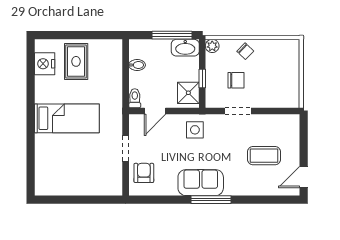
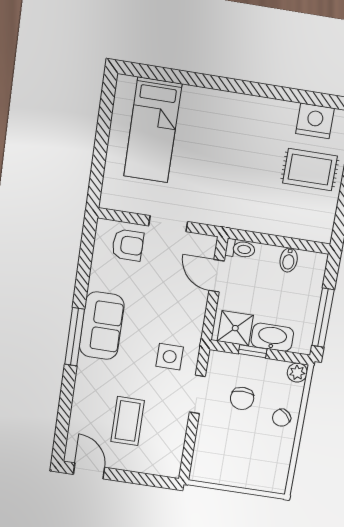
washbasin: (185, 48) -> (272, 337), moved, turned 90
bed: (67, 118) -> (153, 130), moved
side table: (195, 130) -> (170, 357), moved

